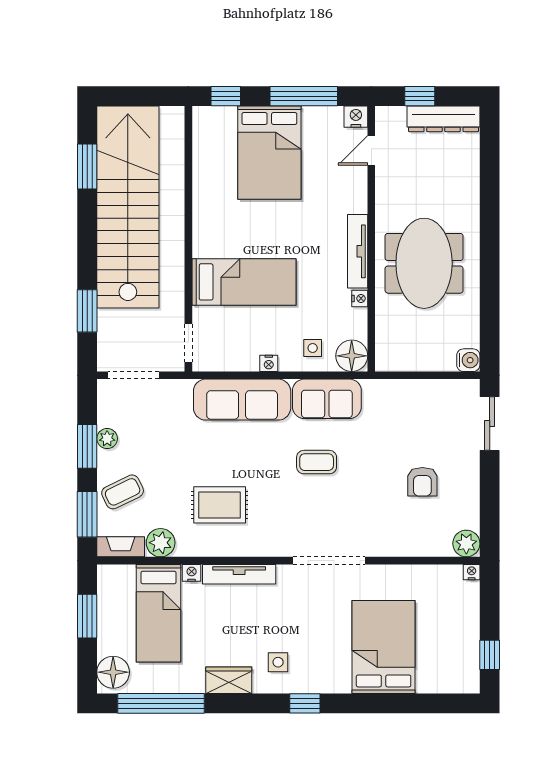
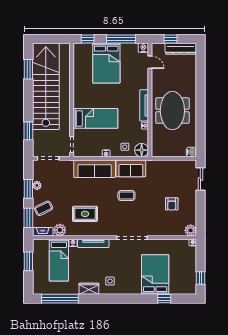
door: (371, 150) -> (150, 62), swing flipped
floor lamp: (113, 672) -> (39, 285), removed
window: (305, 703) -> (164, 299), moved

